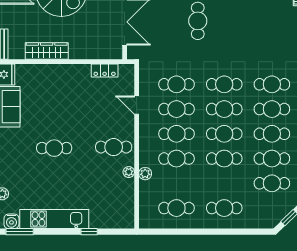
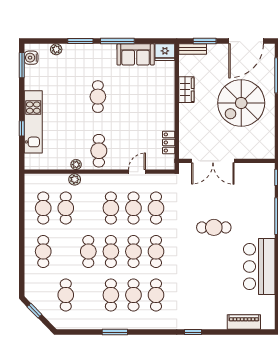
wardrobe: (47, 51) -> (186, 90), width x0.67
cafe table: (176, 159) -> (66, 208), moved
cafe table: (272, 159) -> (88, 295), removed
kitchen unit: (54, 219) -> (33, 122), moved

